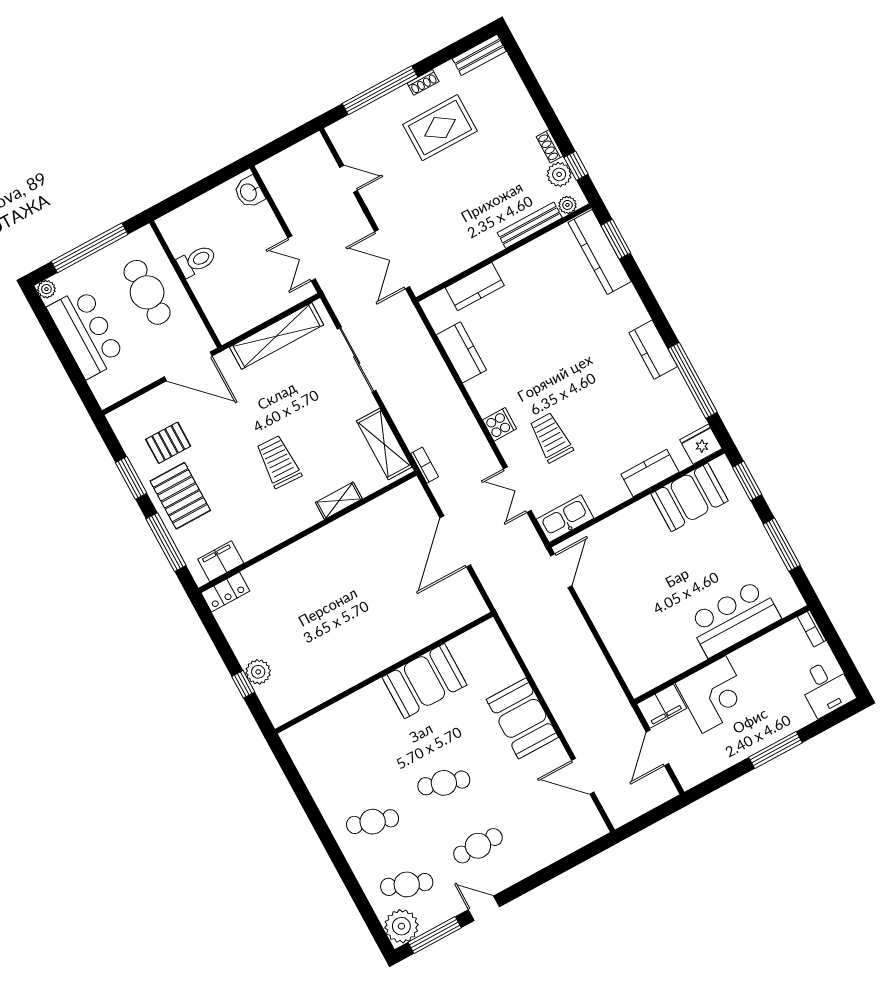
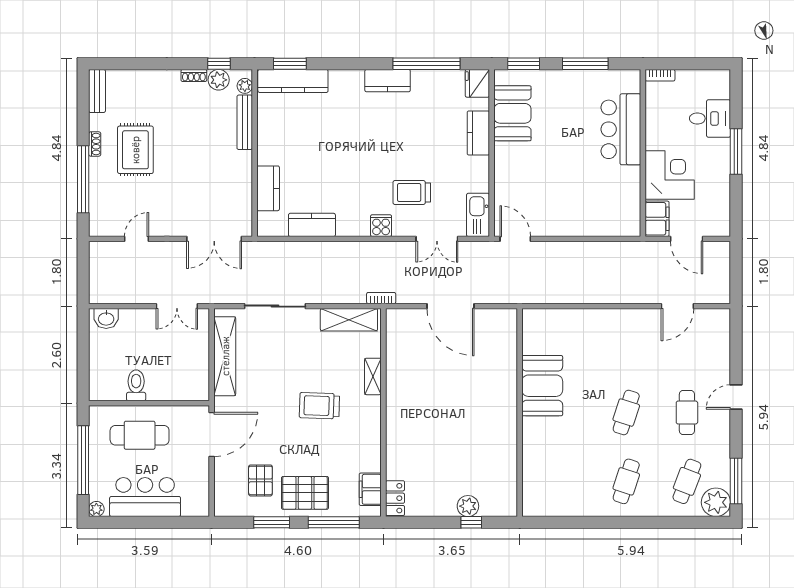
desk: (826, 688) -> (710, 118), moved
booth: (522, 718) -> (610, 328), removed
door: (484, 908) -> (736, 397), moved

